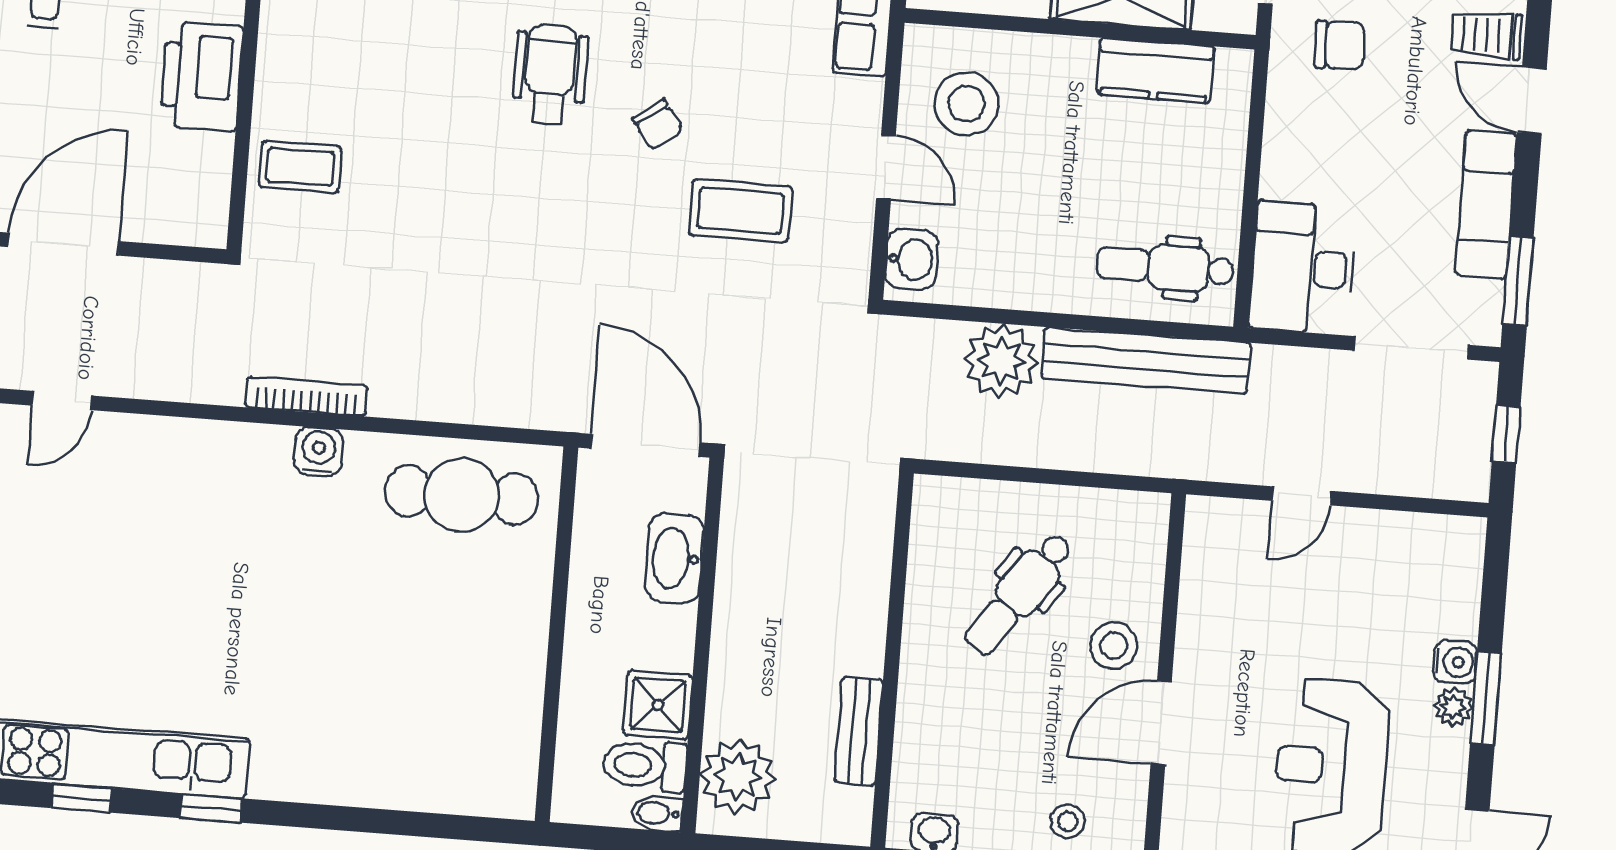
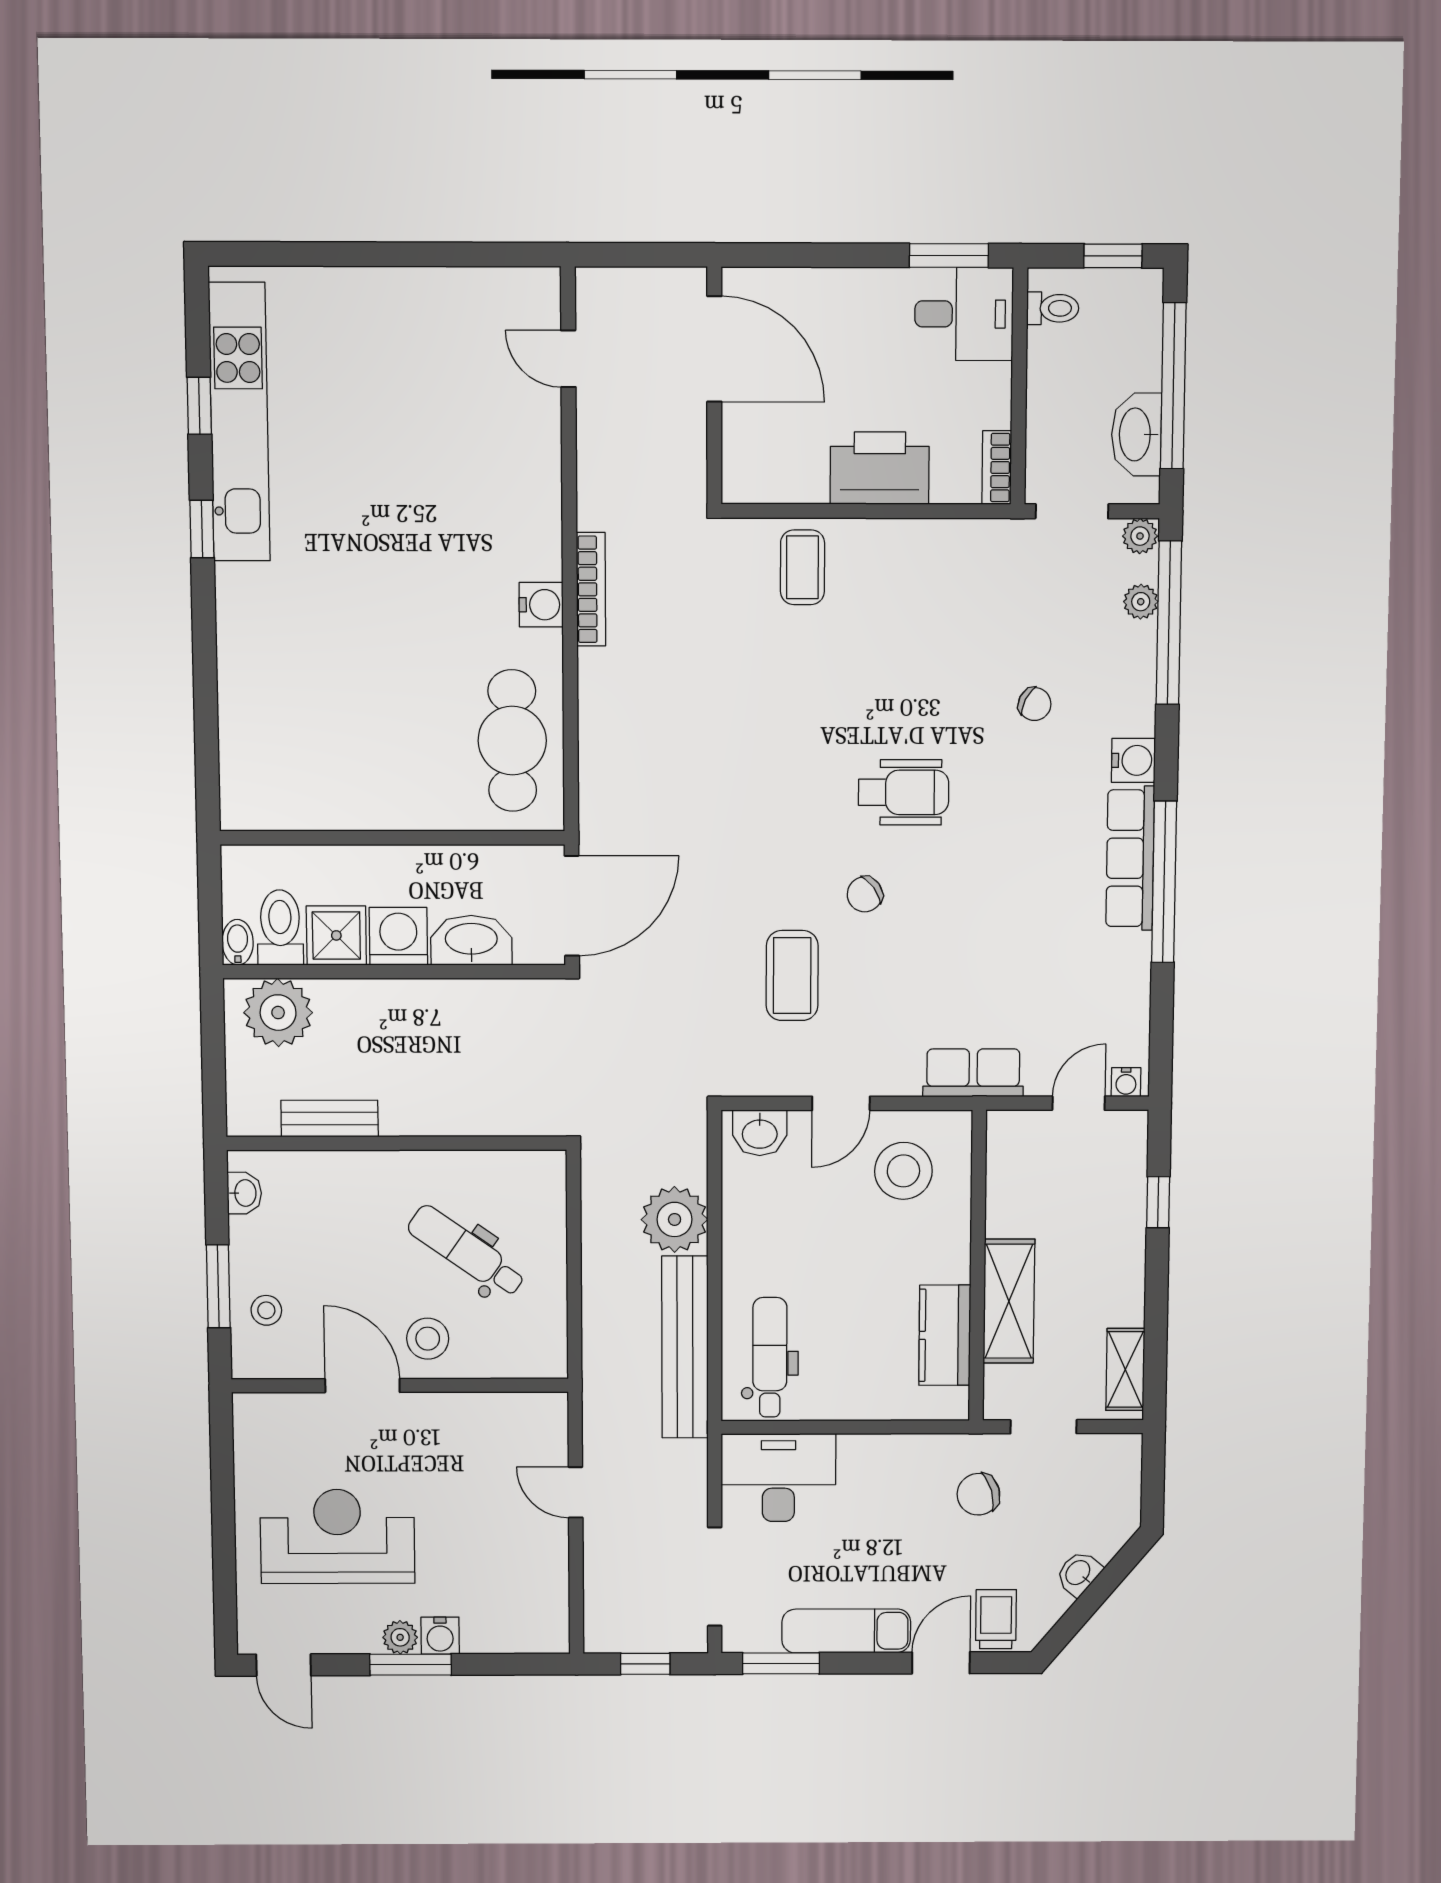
chair: (1340, 45) -> (978, 1494), turned 76
washing machine: (664, 637) -> (398, 936), added

